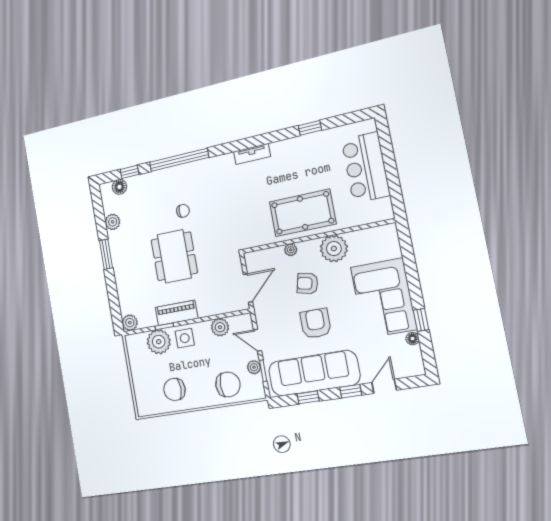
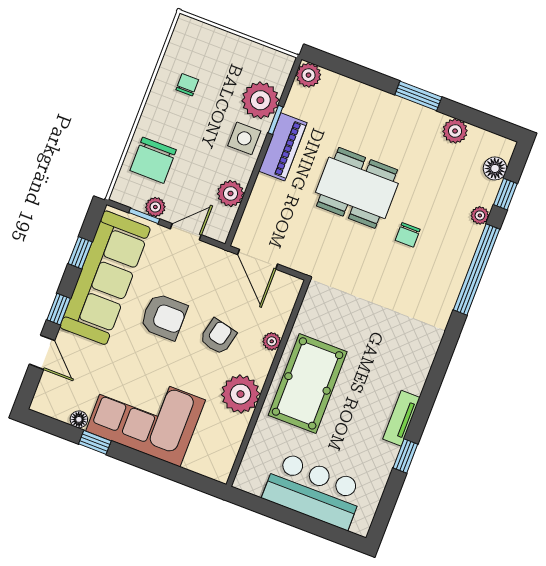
tv unit: (252, 154) -> (401, 418), moved
plant: (149, 178) -> (480, 215), added
chair: (174, 389) -> (187, 85), width x0.54, depth x0.54

